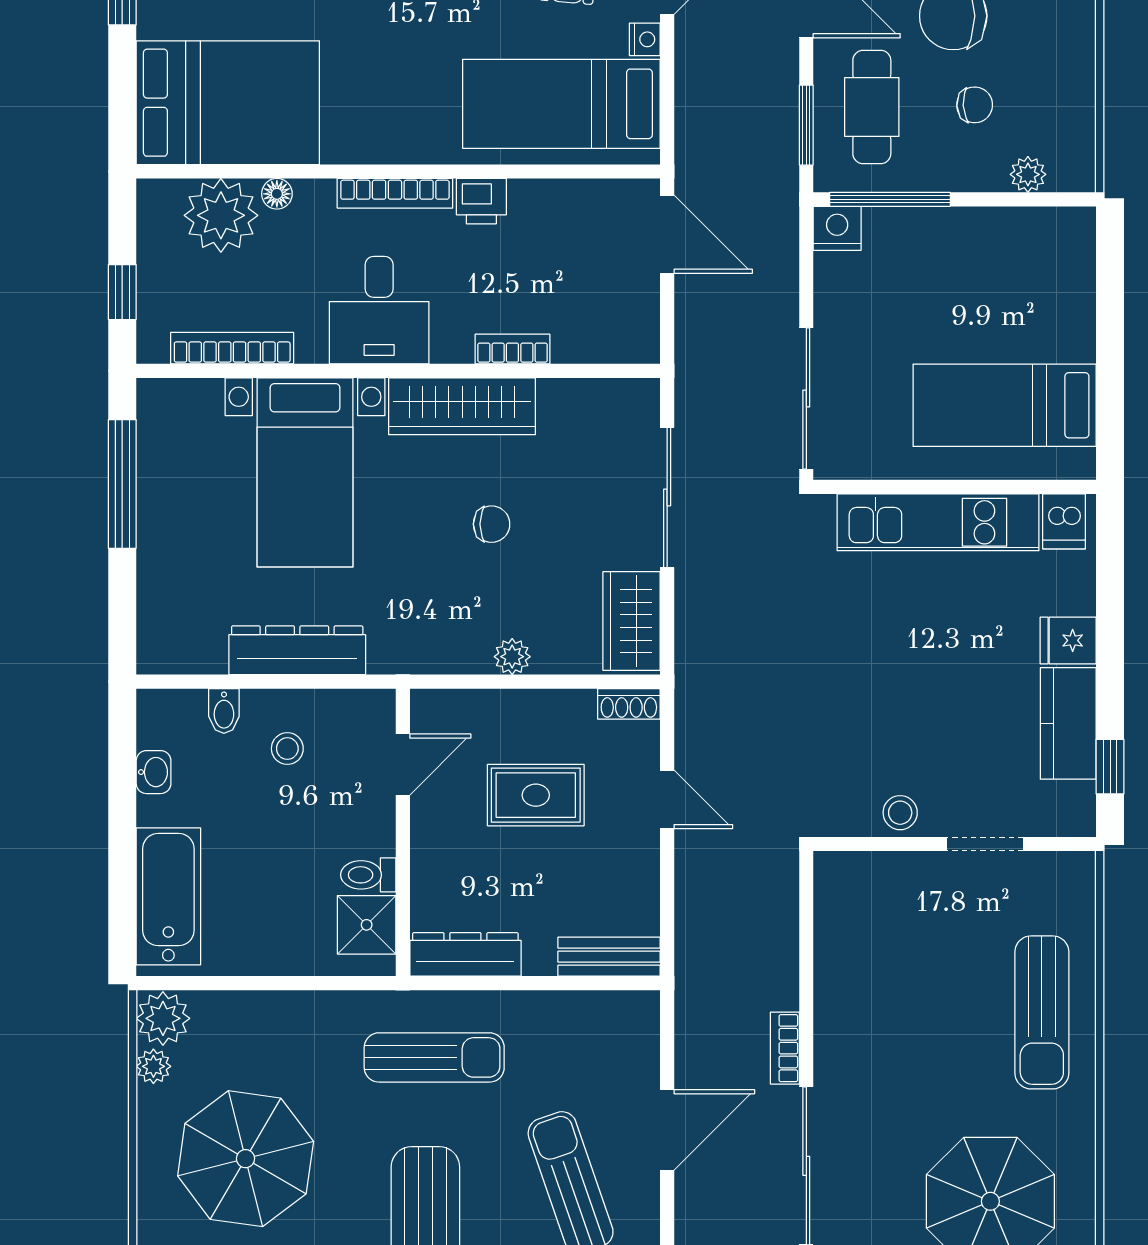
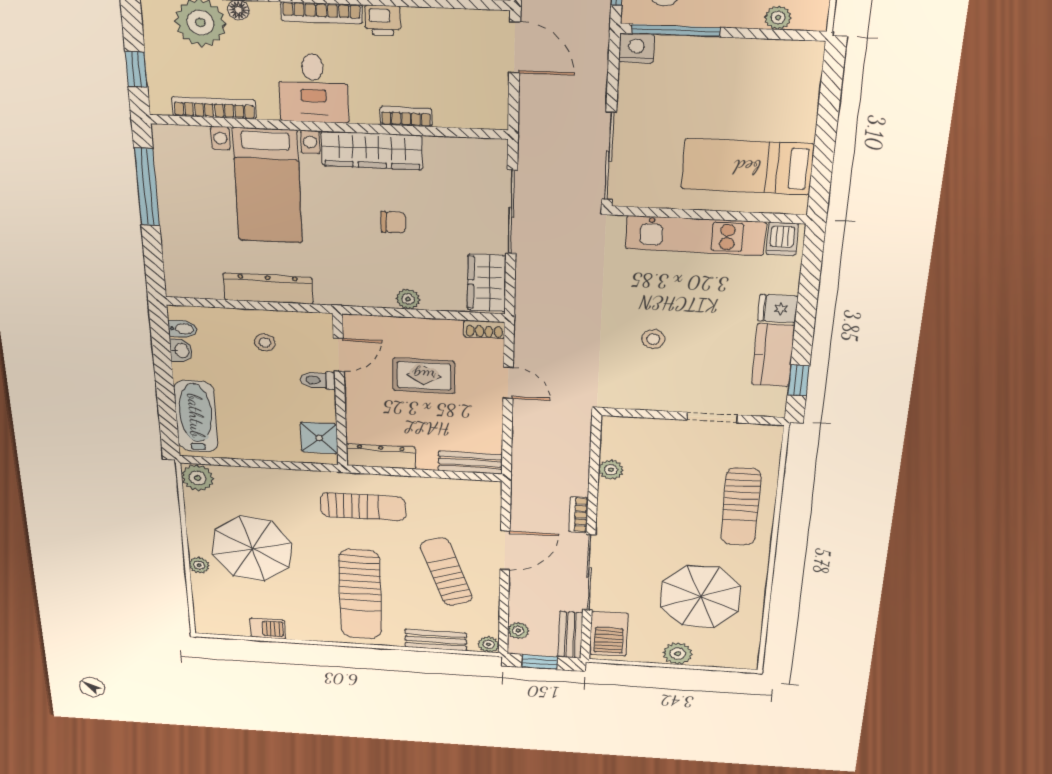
bidet: (224, 711) -> (183, 329), moved, turned -90
stool: (900, 813) -> (653, 339), moved
toilet: (368, 875) -> (318, 380), moved
plant: (833, 955) -> (611, 470), added
plant: (153, 1066) -> (199, 565), moved

